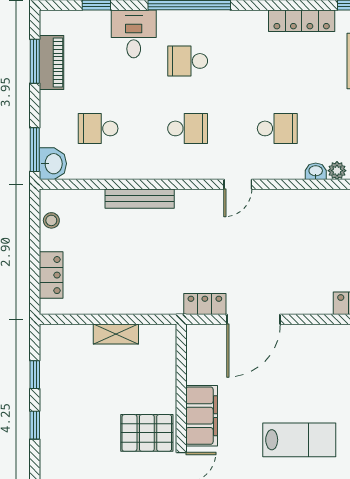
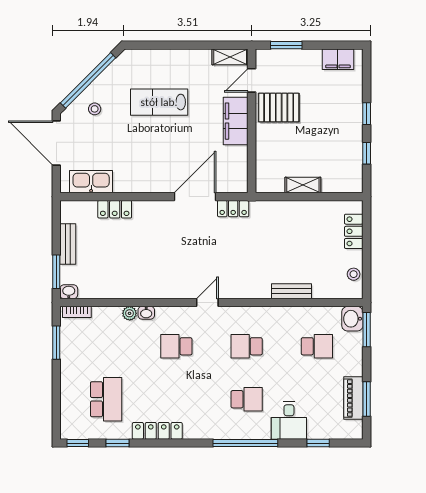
bench: (140, 199) -> (292, 291), width x0.73

